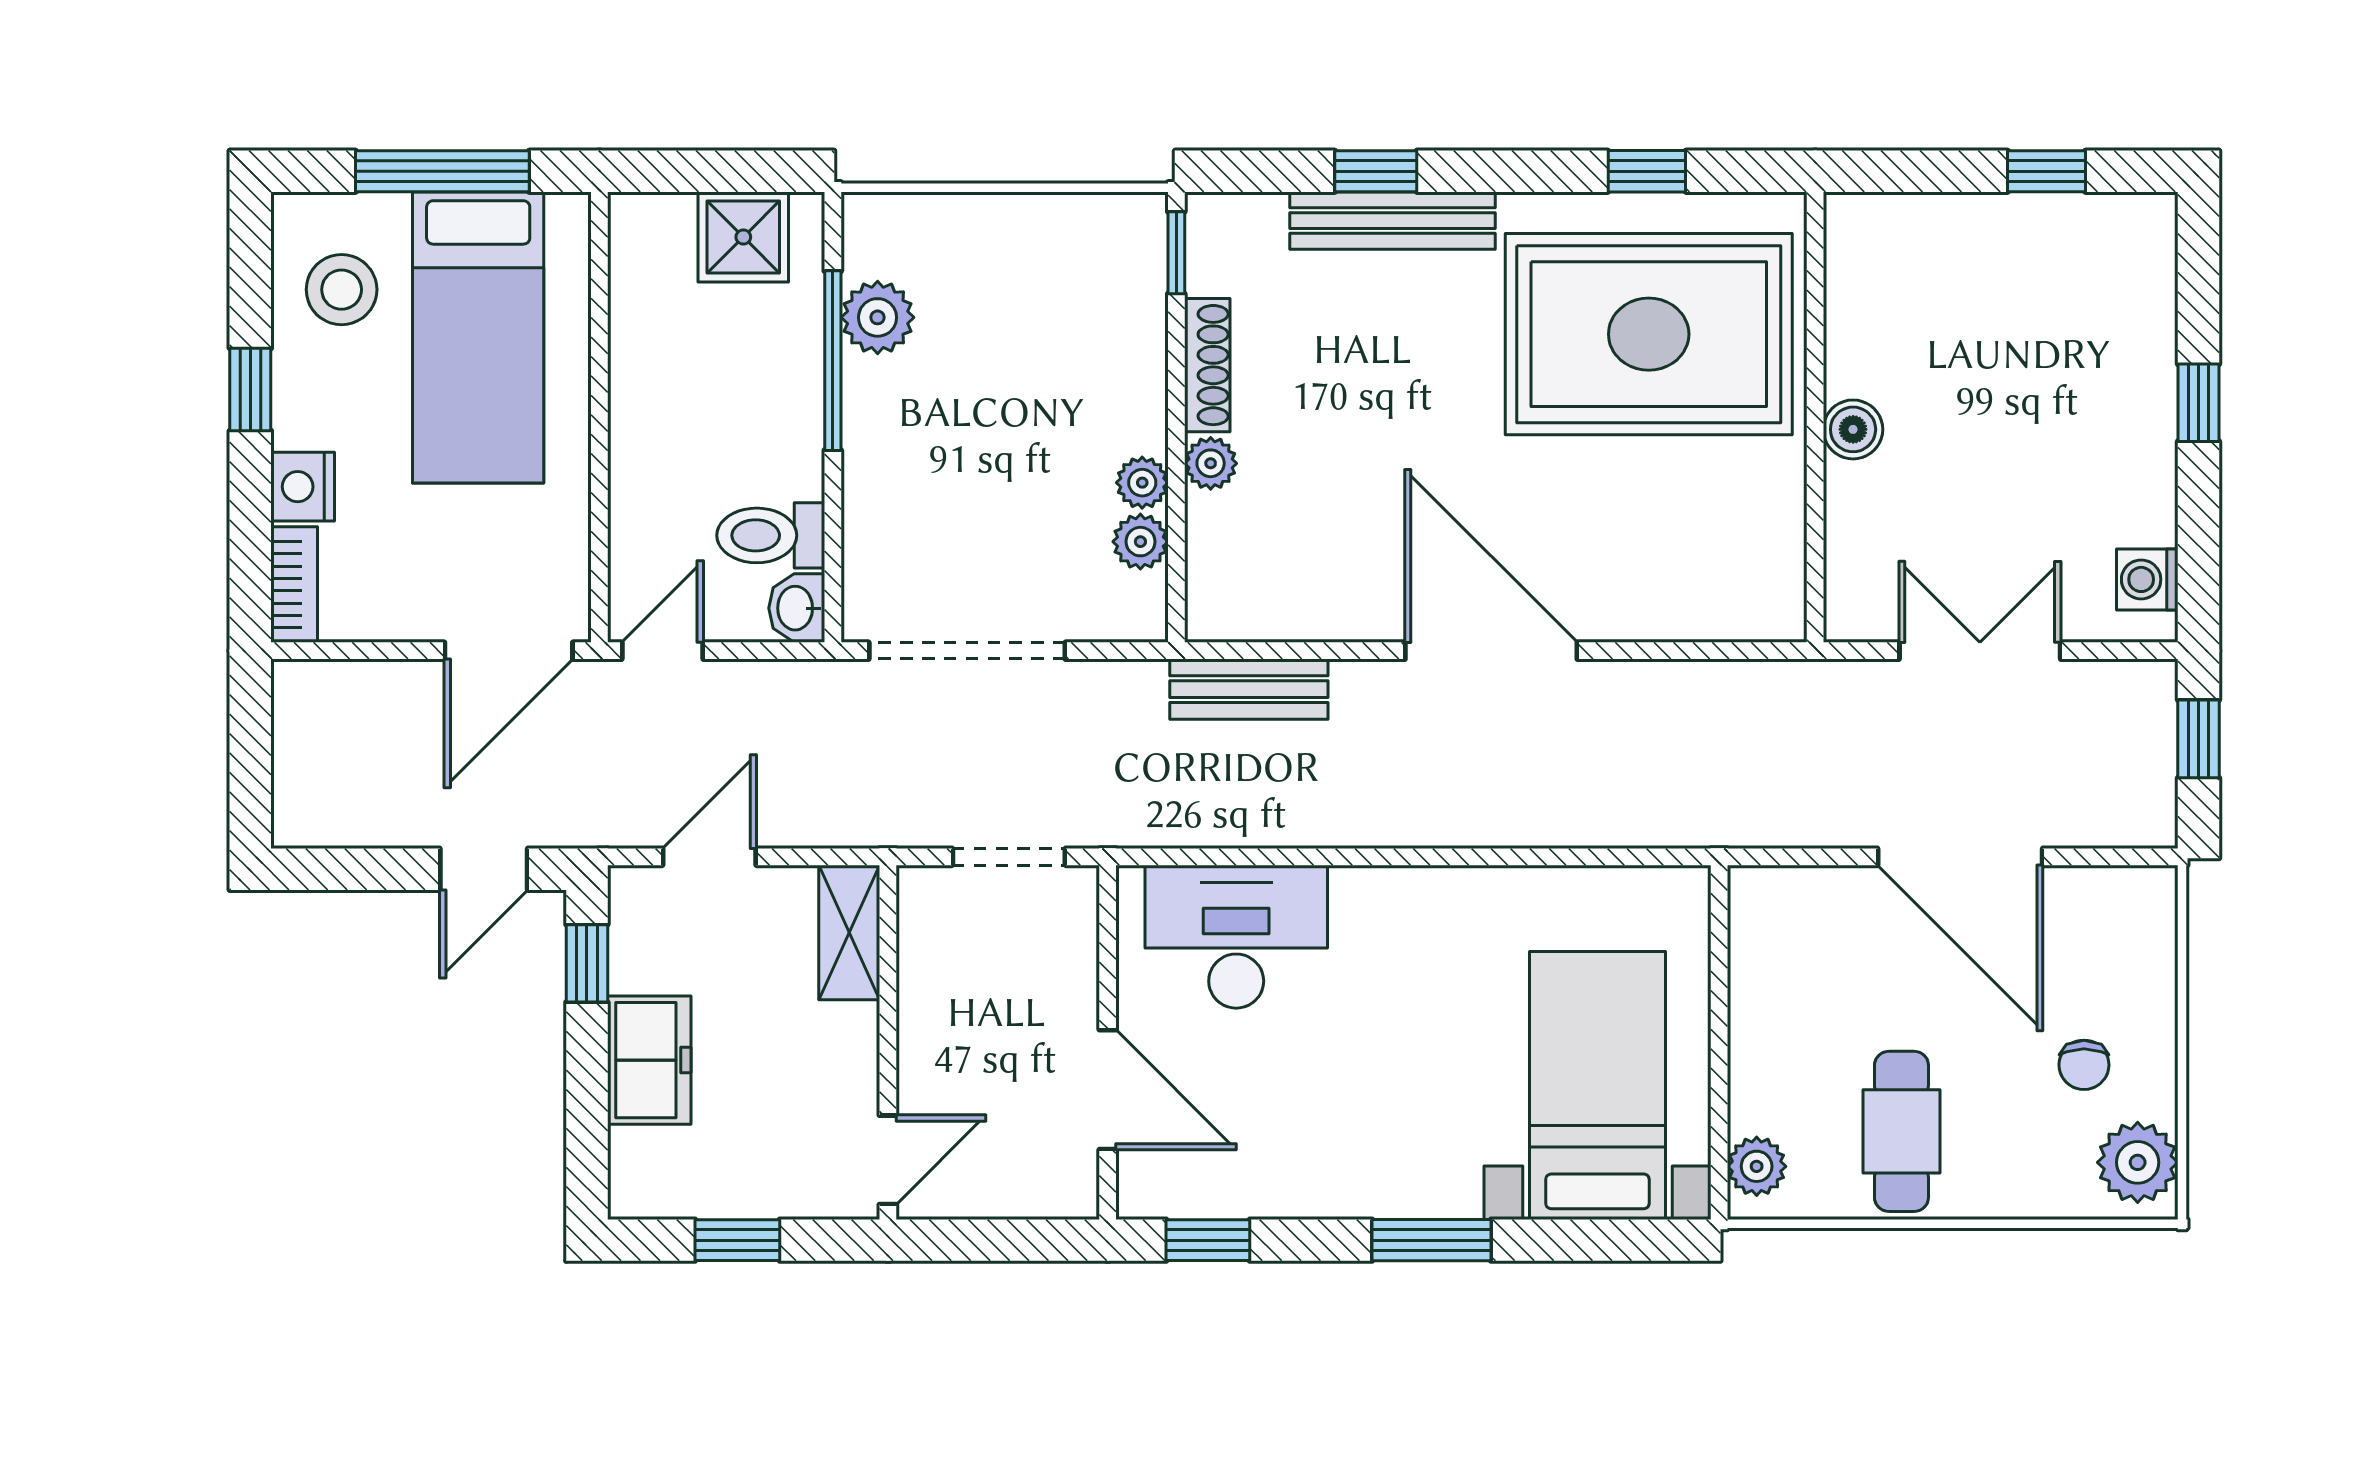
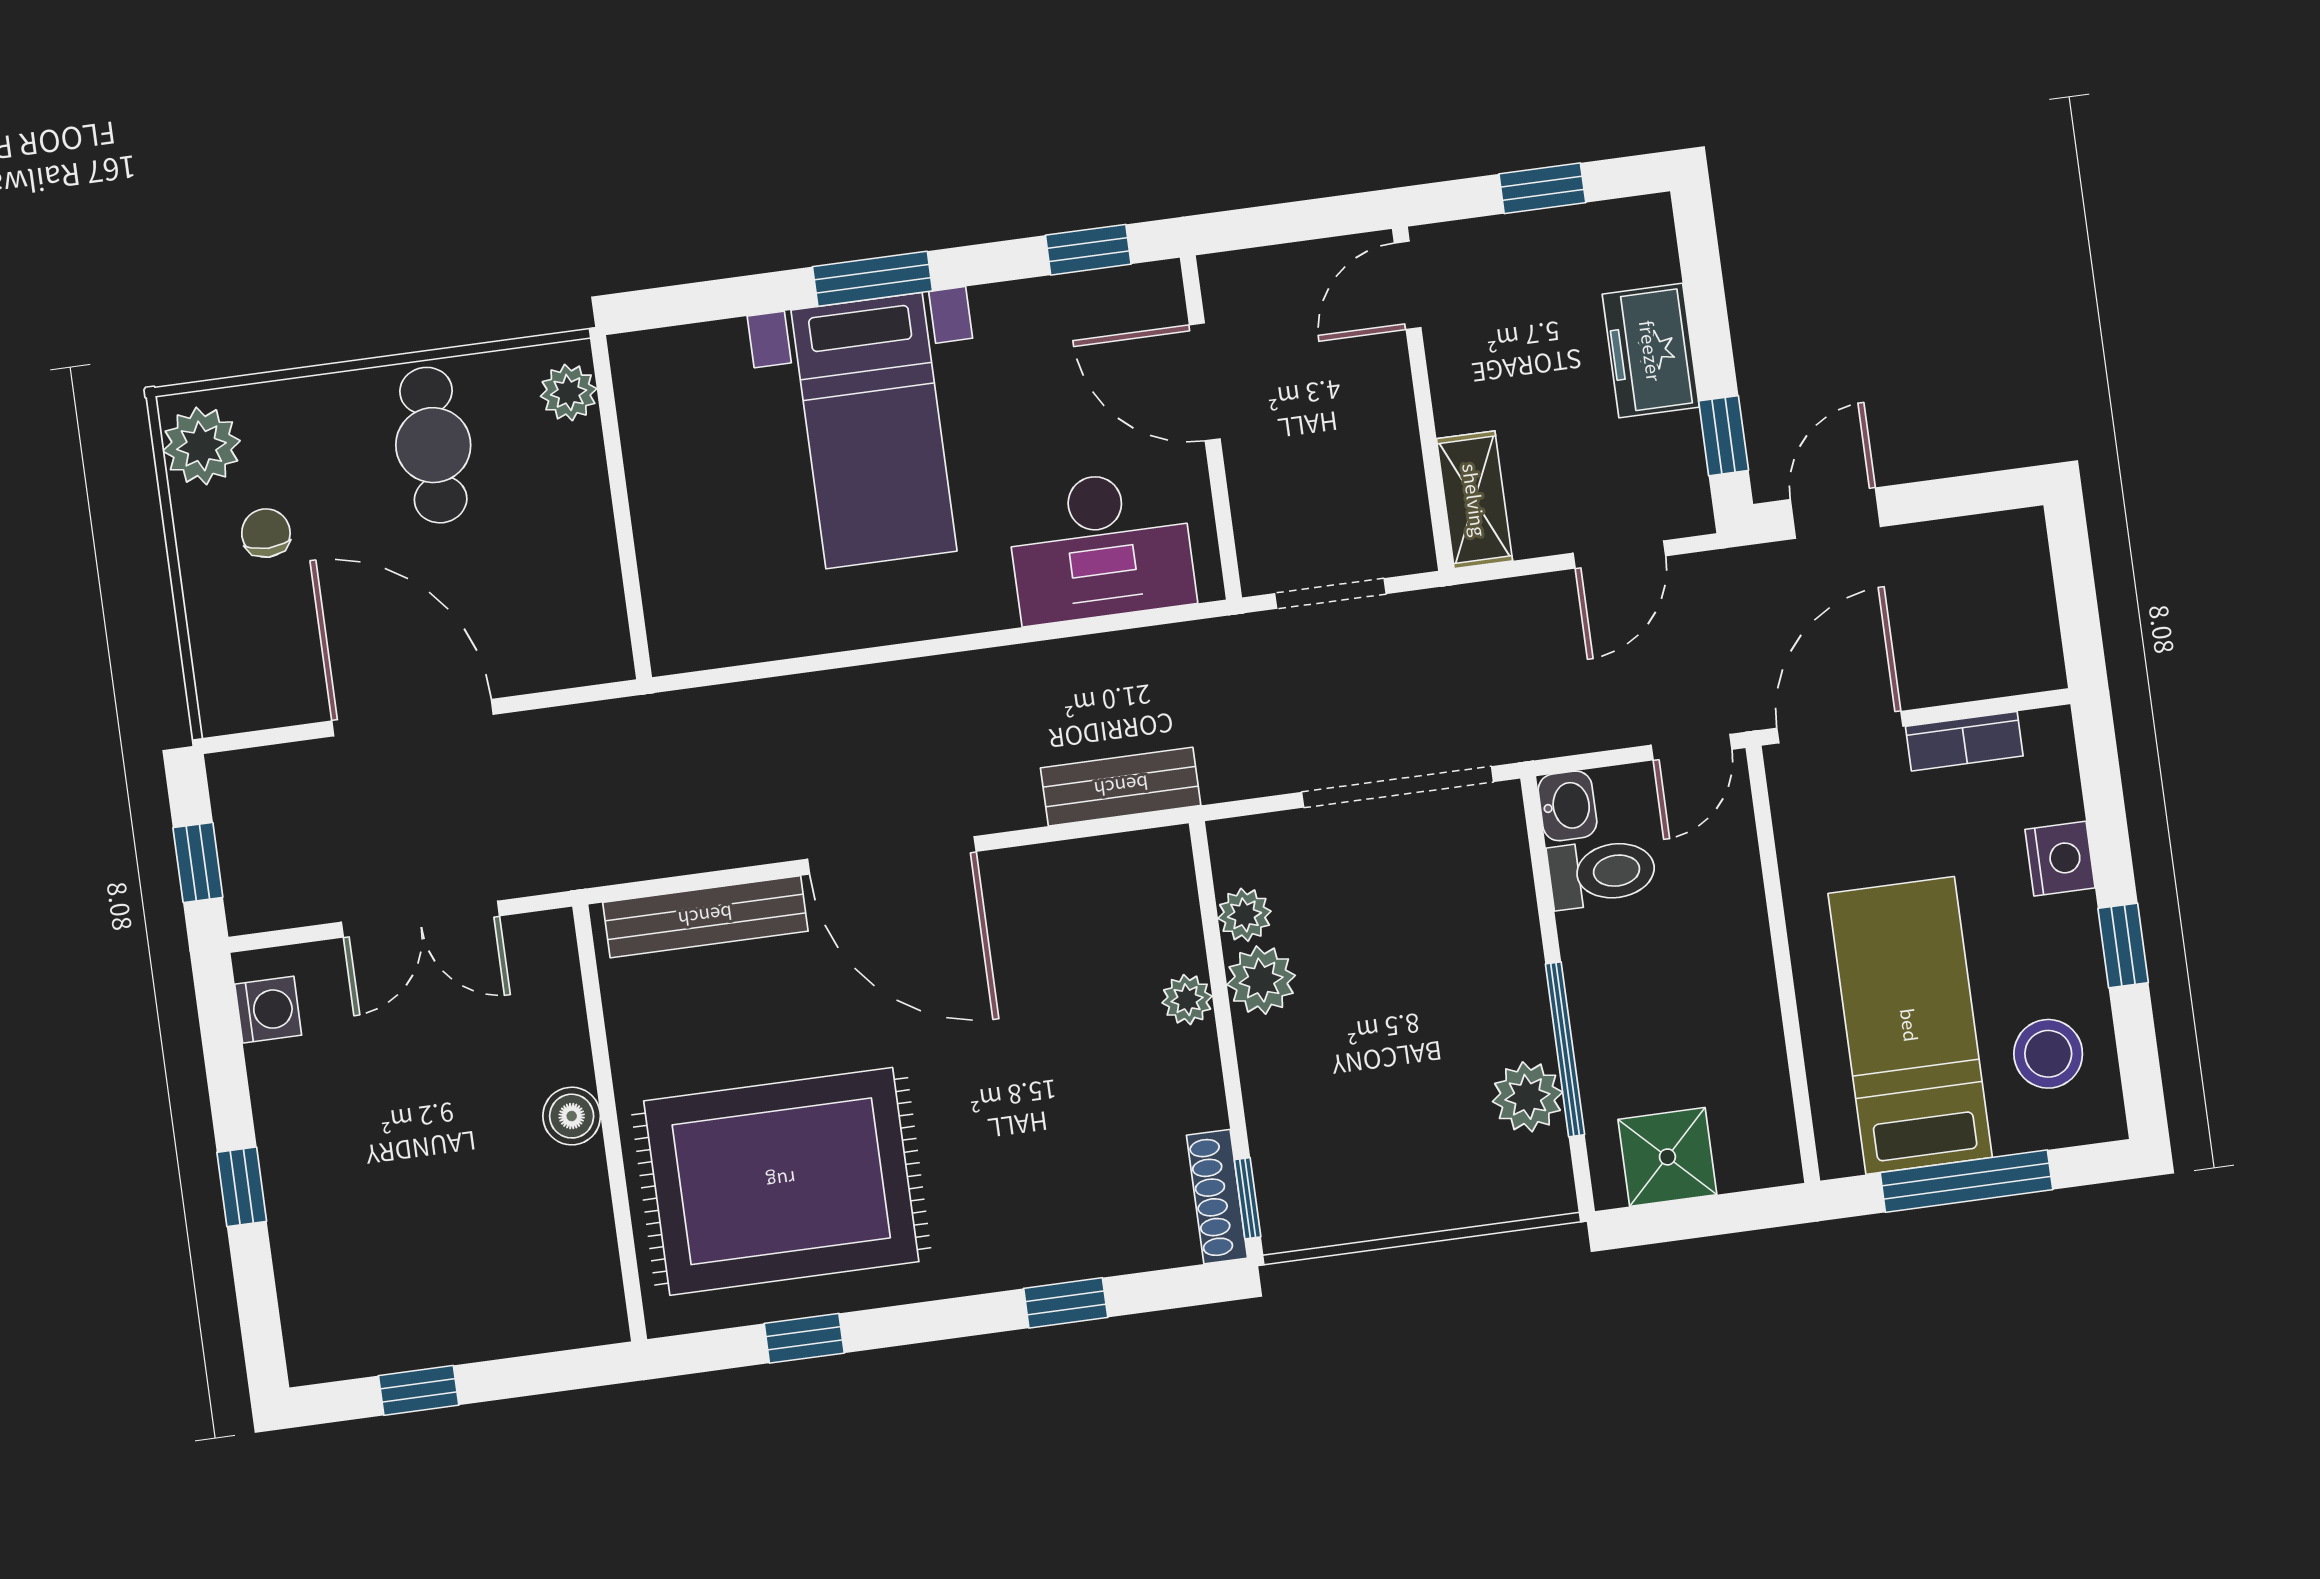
bench: (1393, 221) -> (705, 917), moved
shoe rack: (1207, 365) -> (1217, 1197), moved
plant: (1142, 483) -> (1261, 980), width x1.38, depth x1.38
bookcase: (294, 585) -> (1964, 741), moved, turned -90
bed with nightstands: (1597, 1085) -> (874, 431), moved

